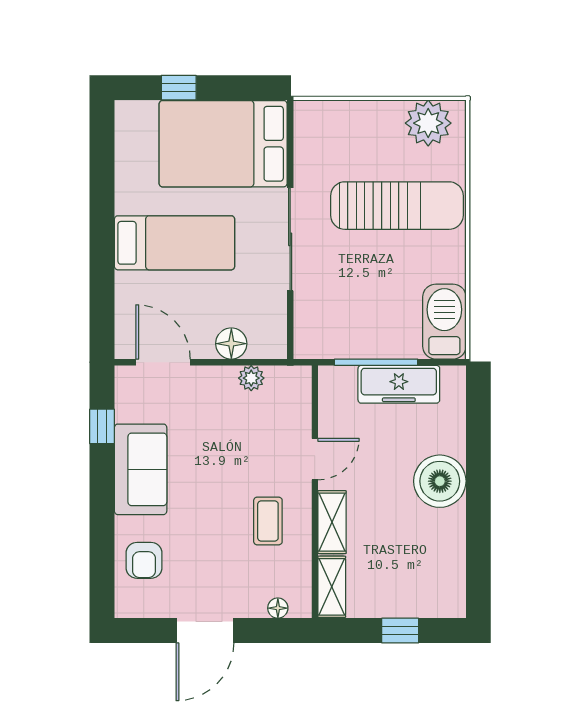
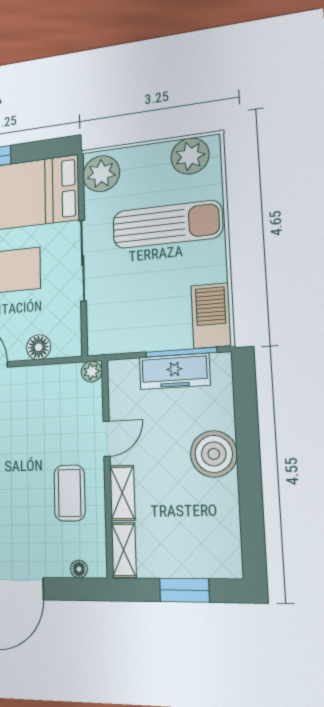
plant: (317, 130) -> (101, 174), added
window: (376, 362) -> (181, 352), moved
plant: (251, 378) -> (92, 372), moved
coffee table: (268, 521) -> (70, 493), width x1.36, depth x1.30
window: (400, 631) -> (184, 590), width x1.50

